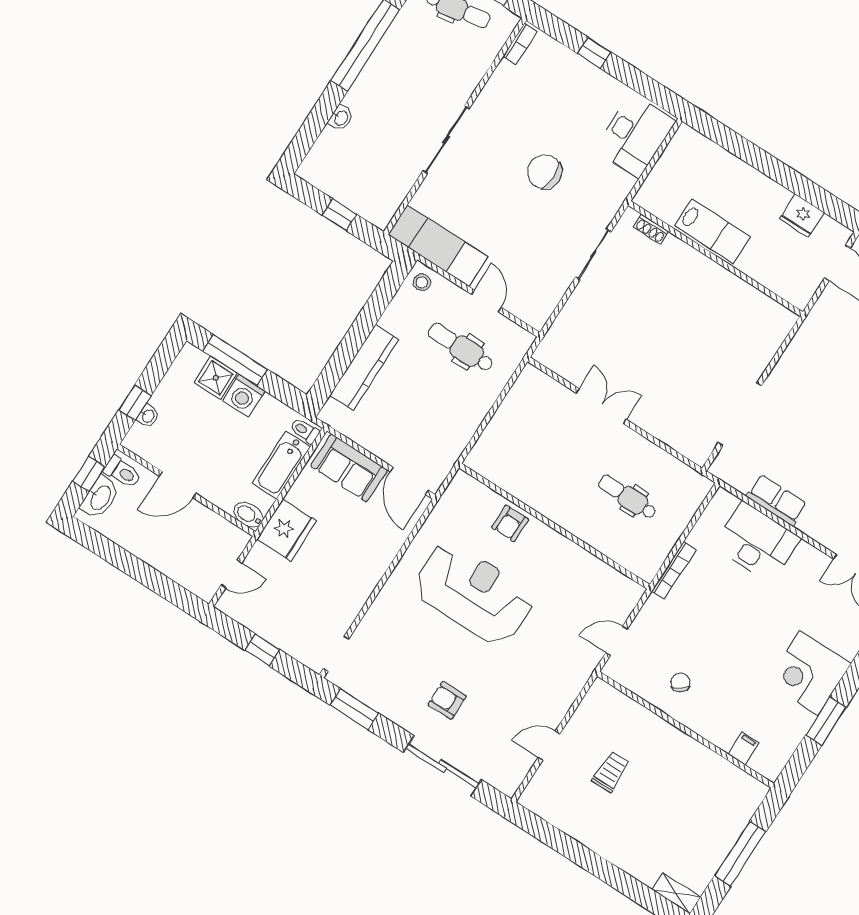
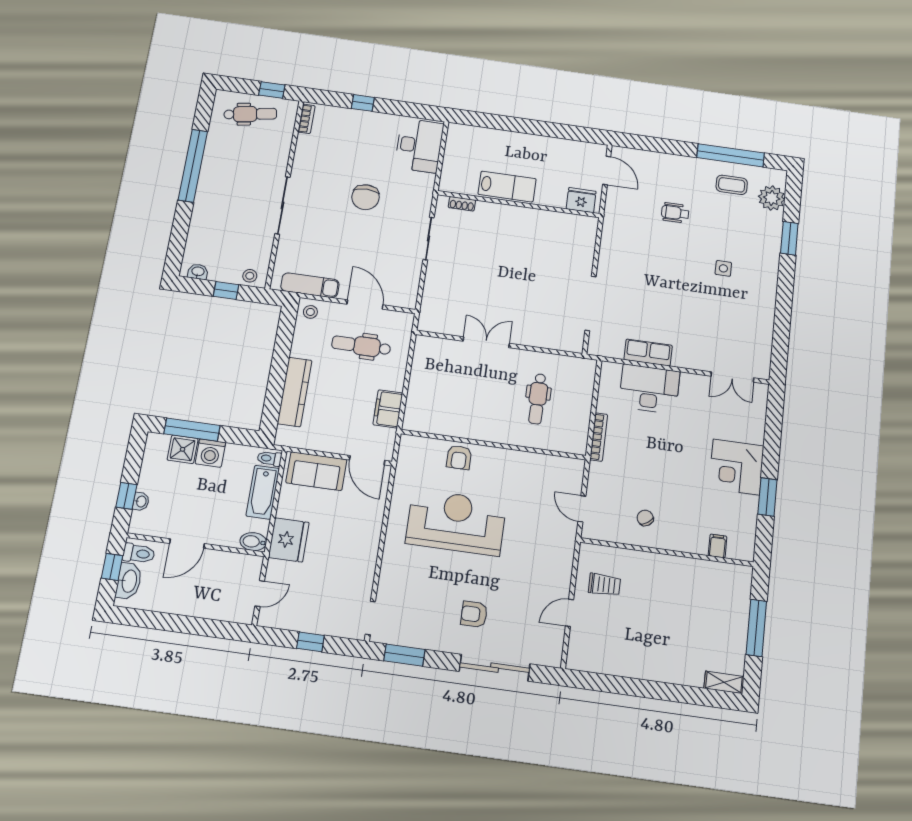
washbasin: (341, 118) -> (198, 272), moved, turned -90
chair: (545, 172) -> (365, 197), turned -90
stool: (373, 209) -> (250, 276), added
fridge: (802, 216) -> (581, 200), moved, turned 180
exam couch: (438, 246) -> (310, 285), width x0.73, depth x0.69
door: (486, 301) -> (365, 304), width x1.38
filing cabinet: (458, 433) -> (388, 409), added
dental chair: (628, 497) -> (538, 399), turned -91
door: (616, 641) -> (582, 509), hinge flipped
trolley: (611, 772) -> (604, 585), moved, turned 90

